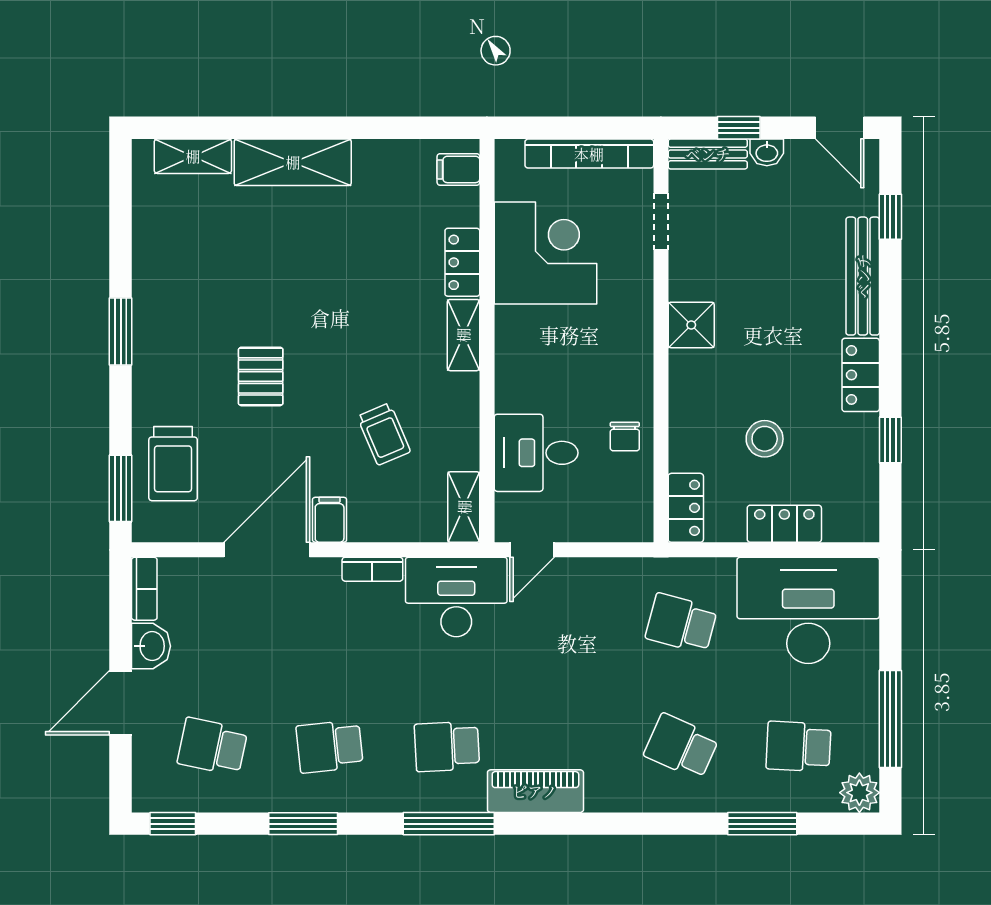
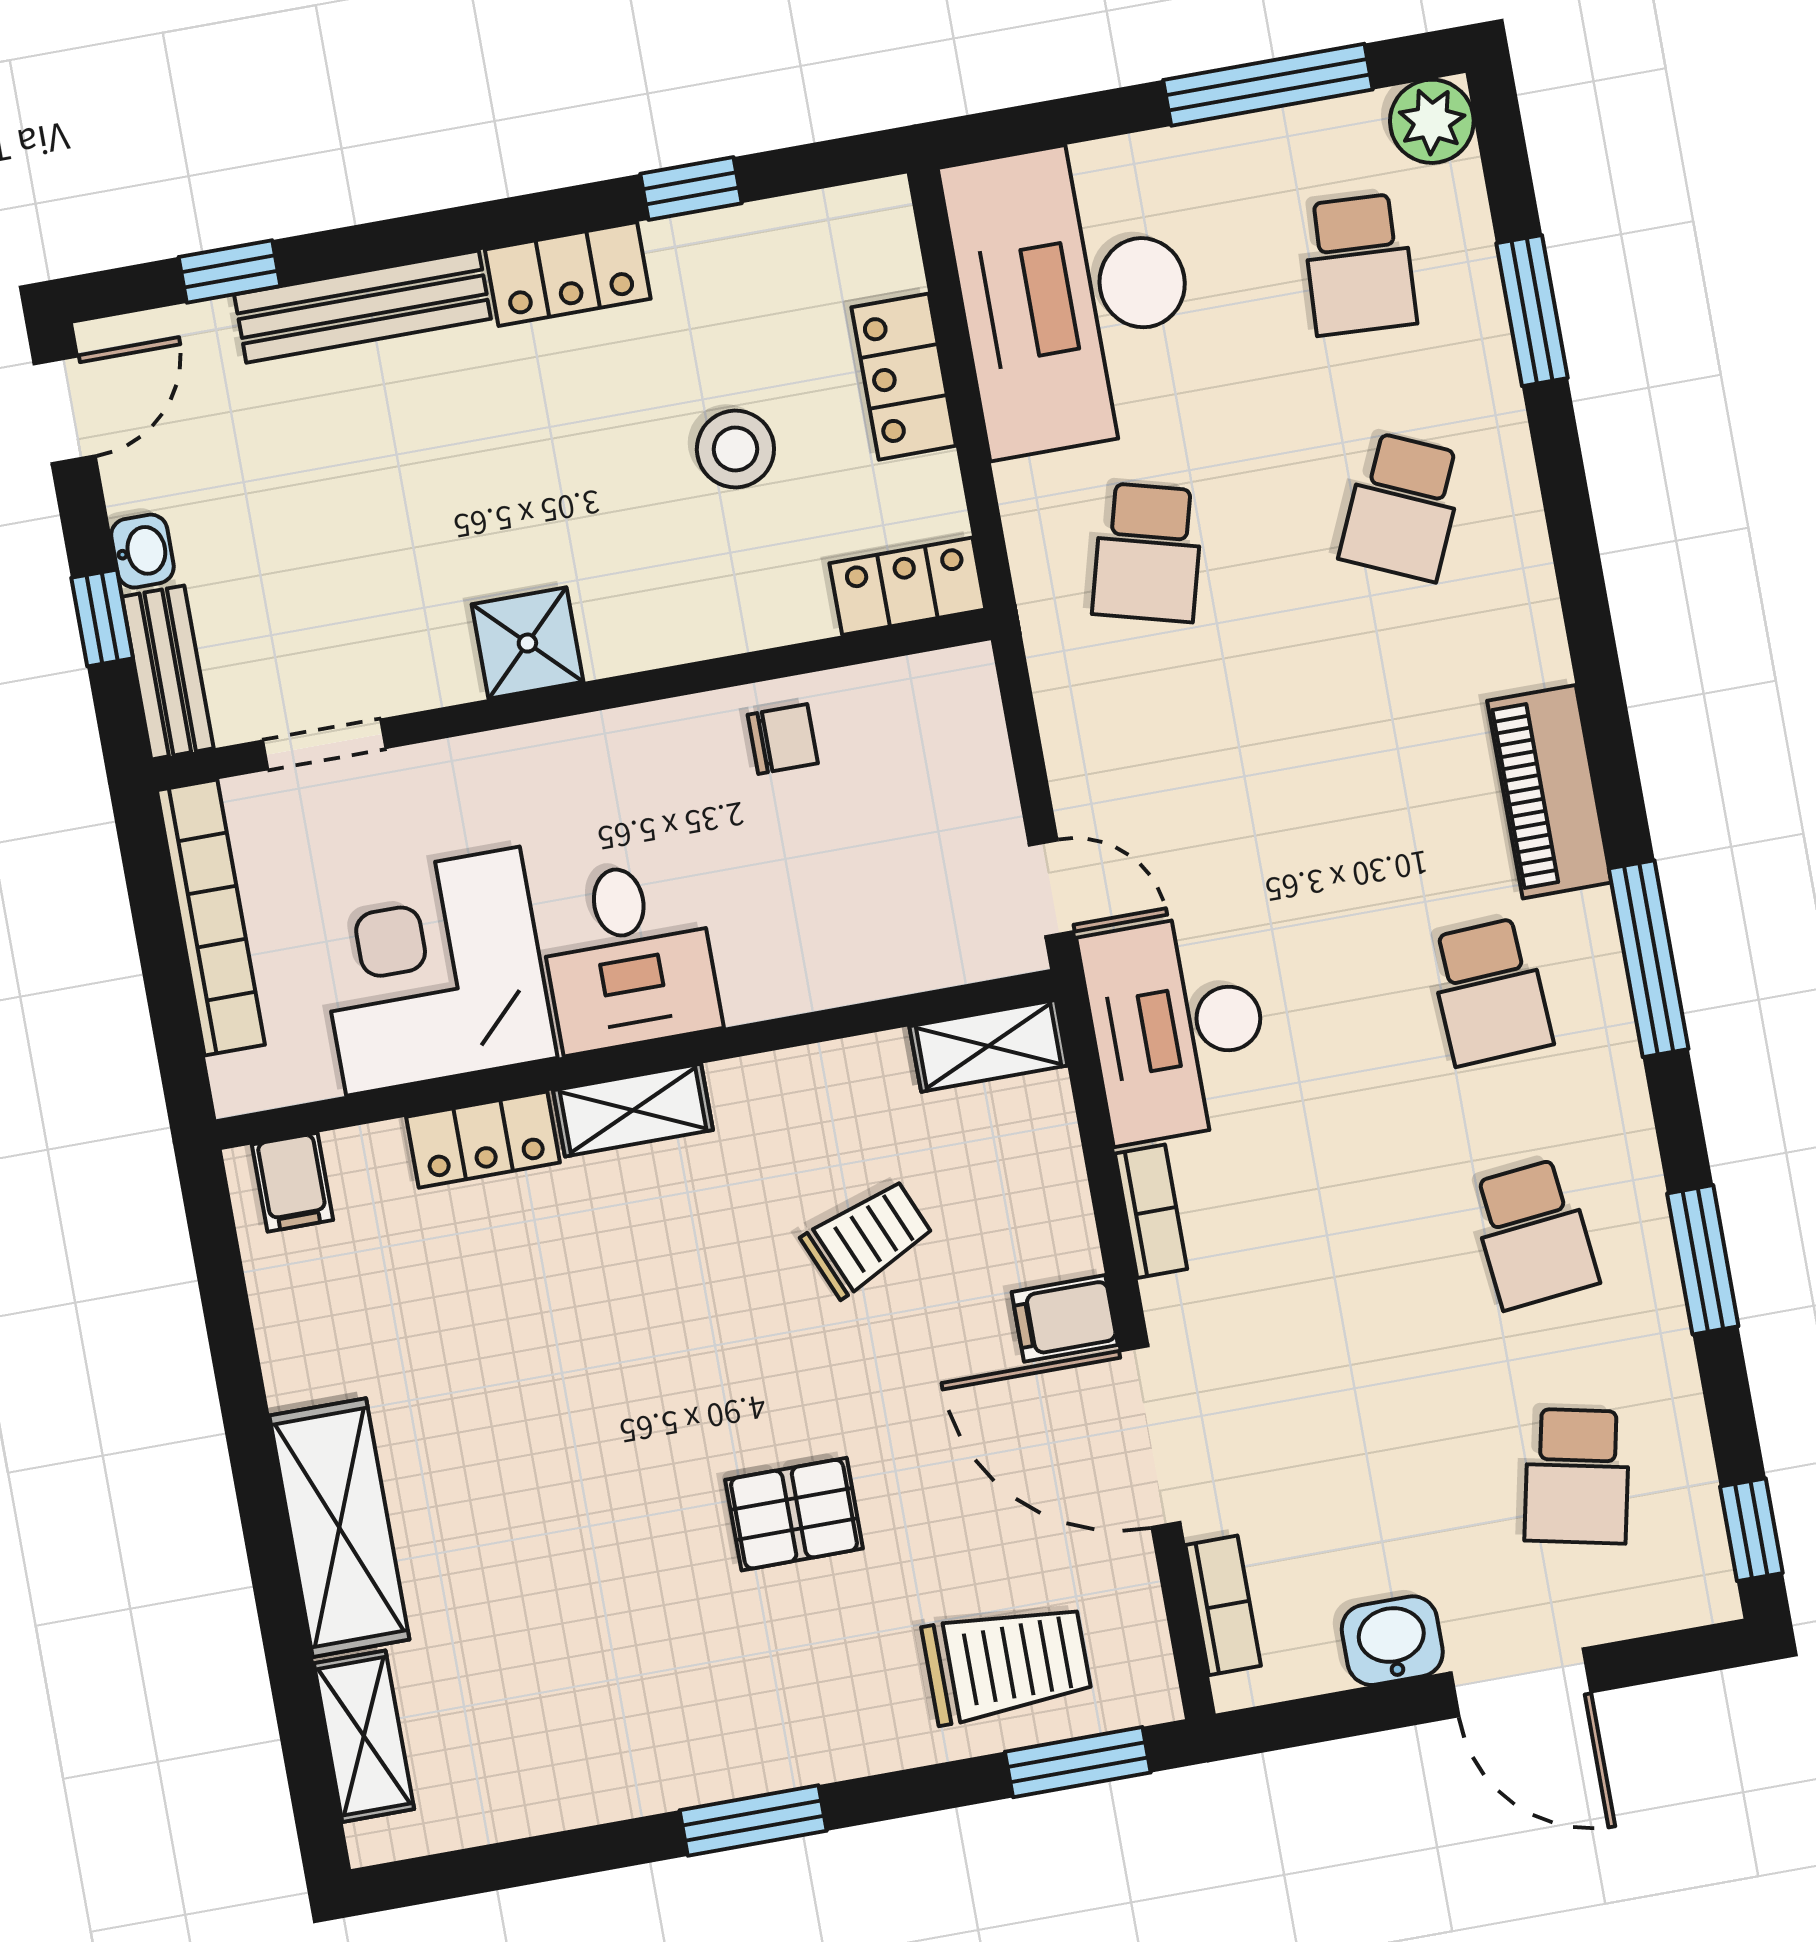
desk: (536, 453) -> (628, 956), moved
bookcase: (144, 589) -> (1223, 1605), moved, turned 90

